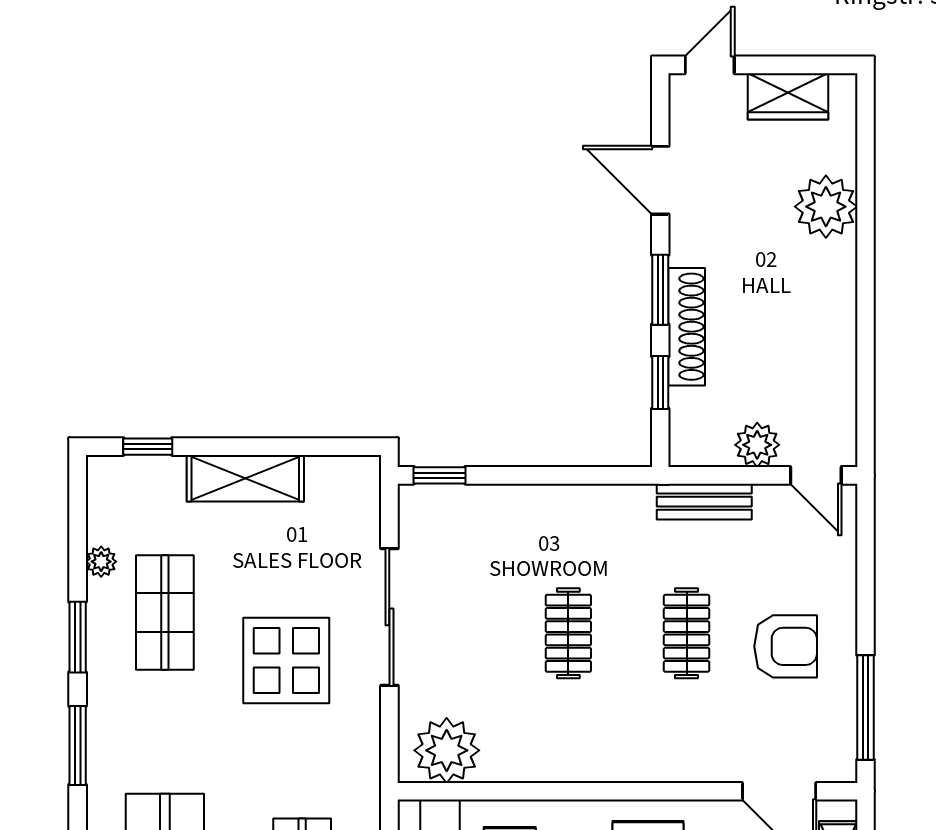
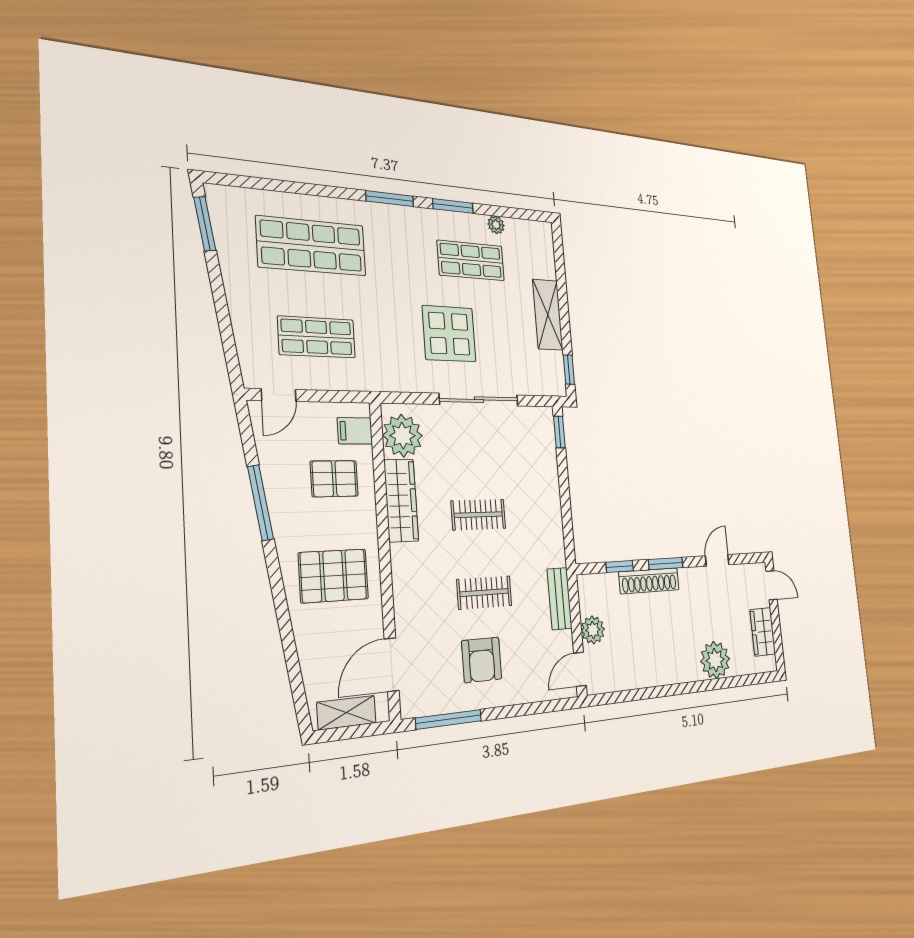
door: (660, 180) -> (717, 560), width x0.73
window: (148, 447) -> (569, 370), moved
wardrobe: (543, 760) -> (401, 500), added

